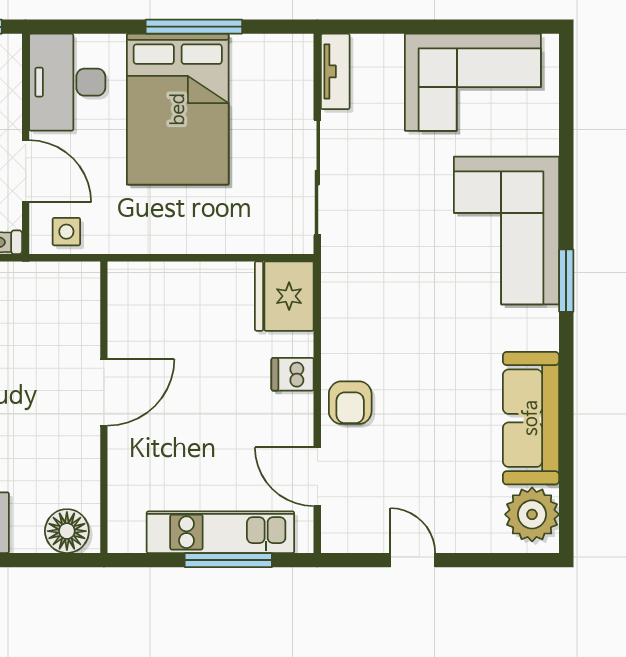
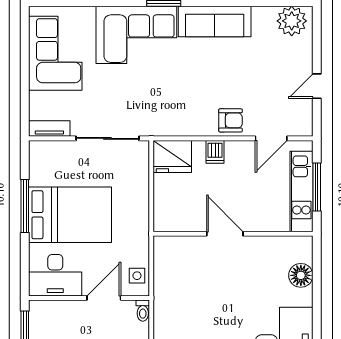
door: (104, 392) -> (225, 234), moved
wall: (104, 407) -> (233, 234), moved
sofa: (531, 418) -> (215, 21), moved

